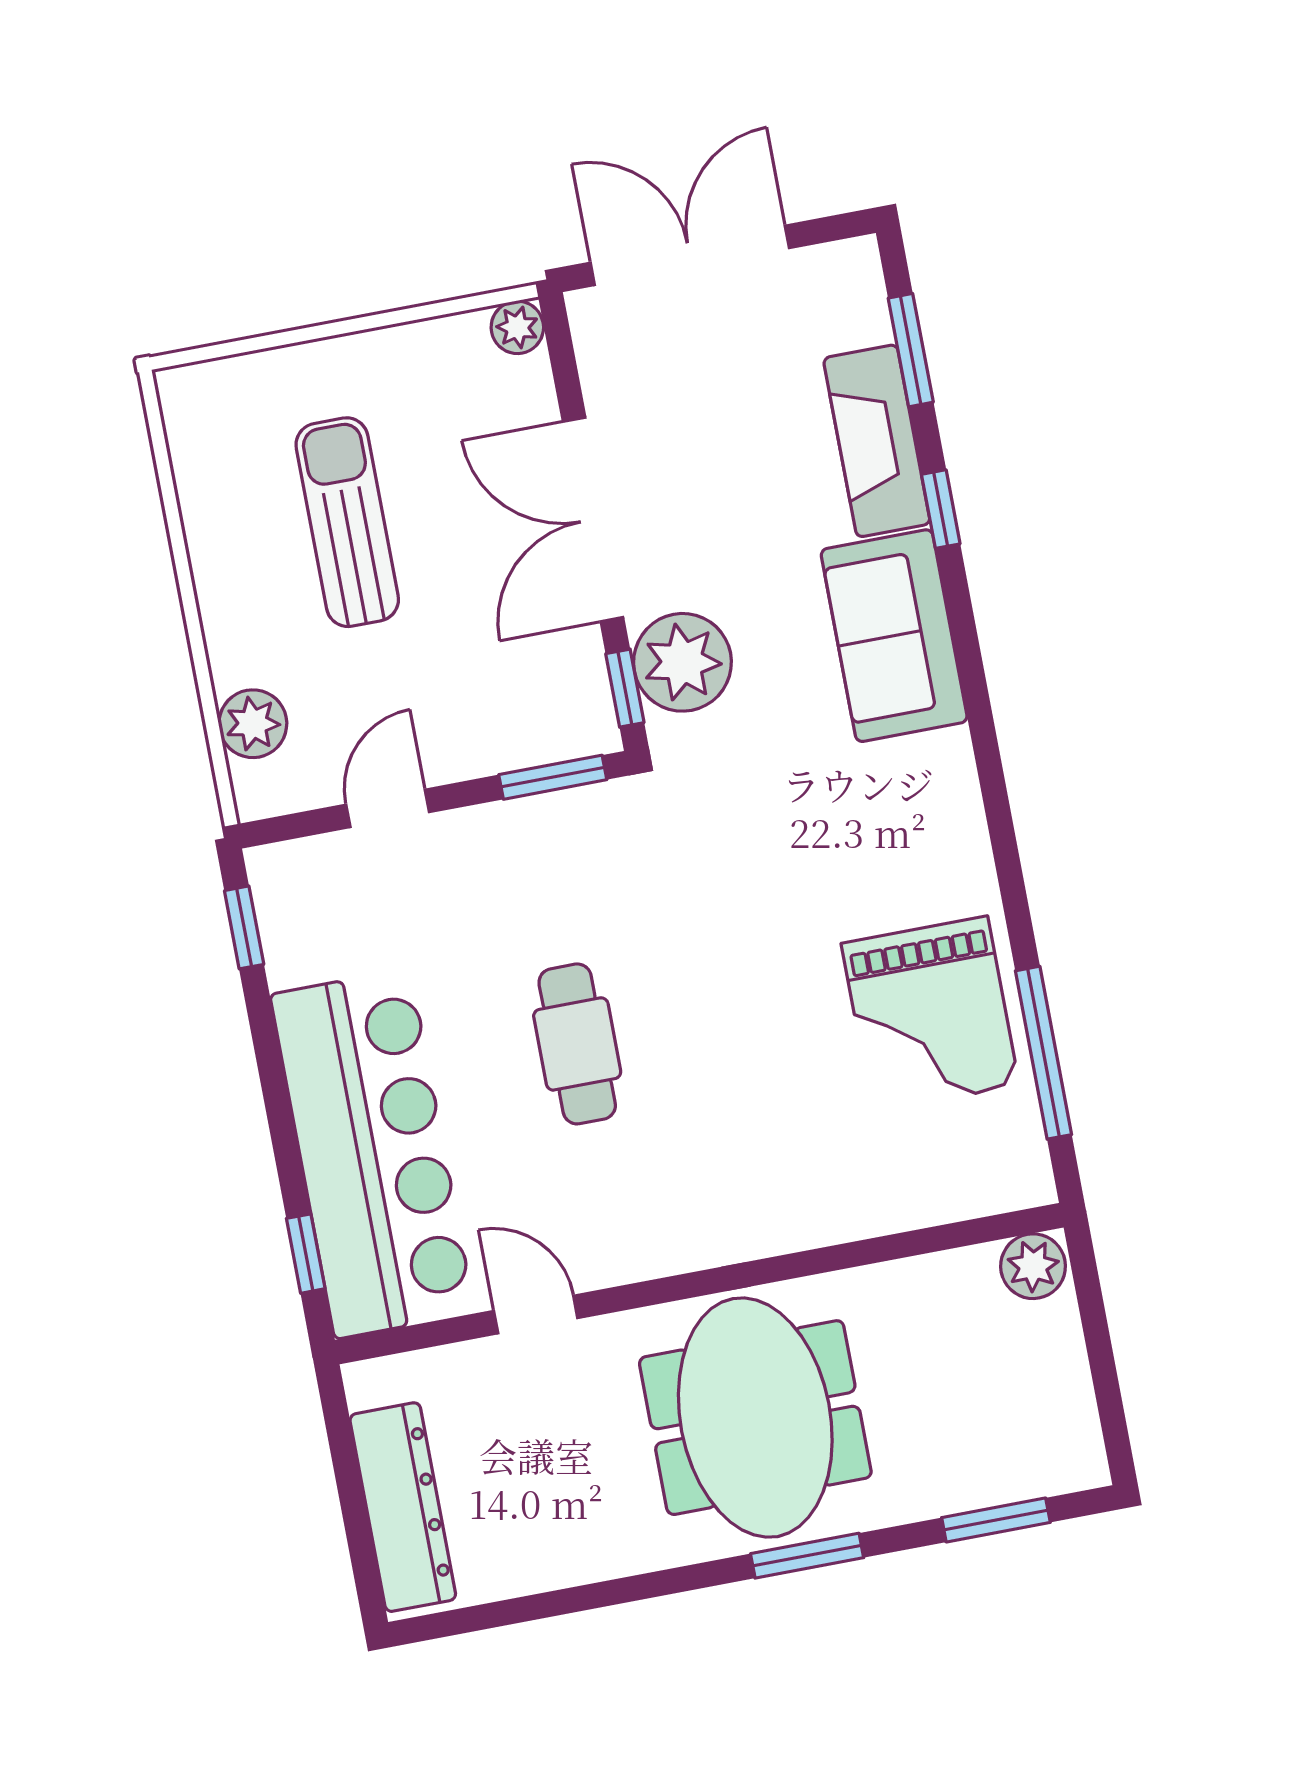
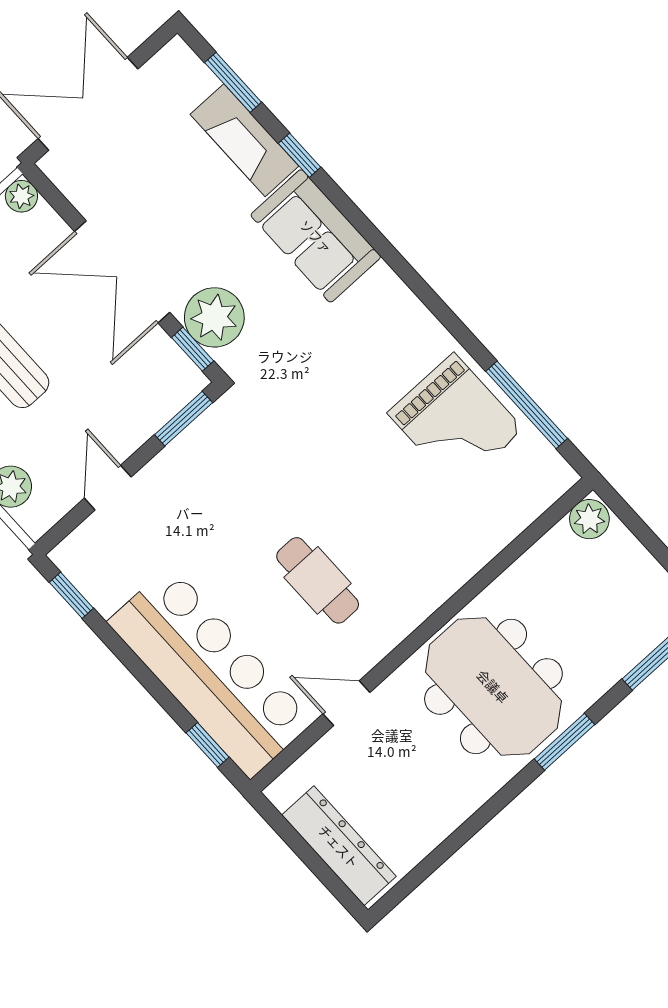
cafe table: (577, 1044) -> (318, 580), moved

